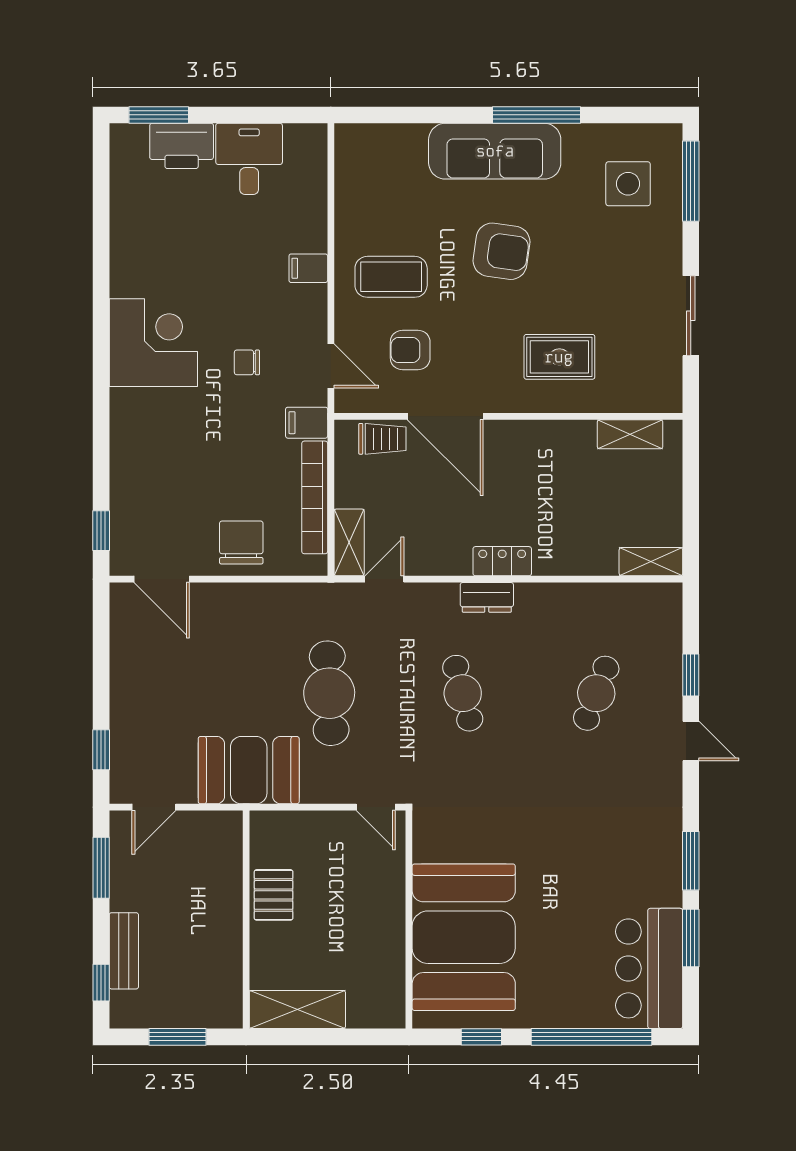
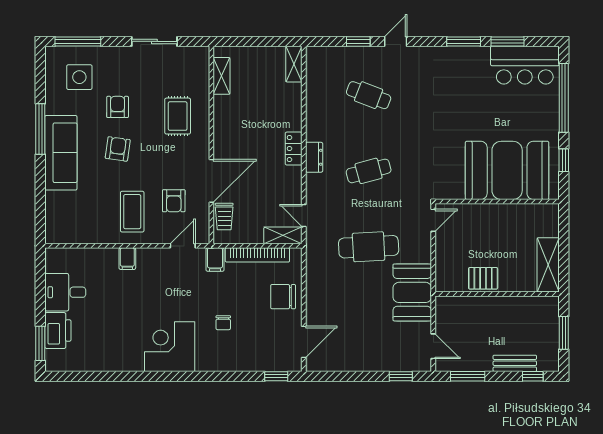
armchair: (501, 251) -> (118, 149), width x0.72, depth x0.72
armchair: (575, 251) -> (118, 107), added
chair: (247, 362) -> (223, 323), moved
trolley: (382, 439) -> (224, 217), turned 180

